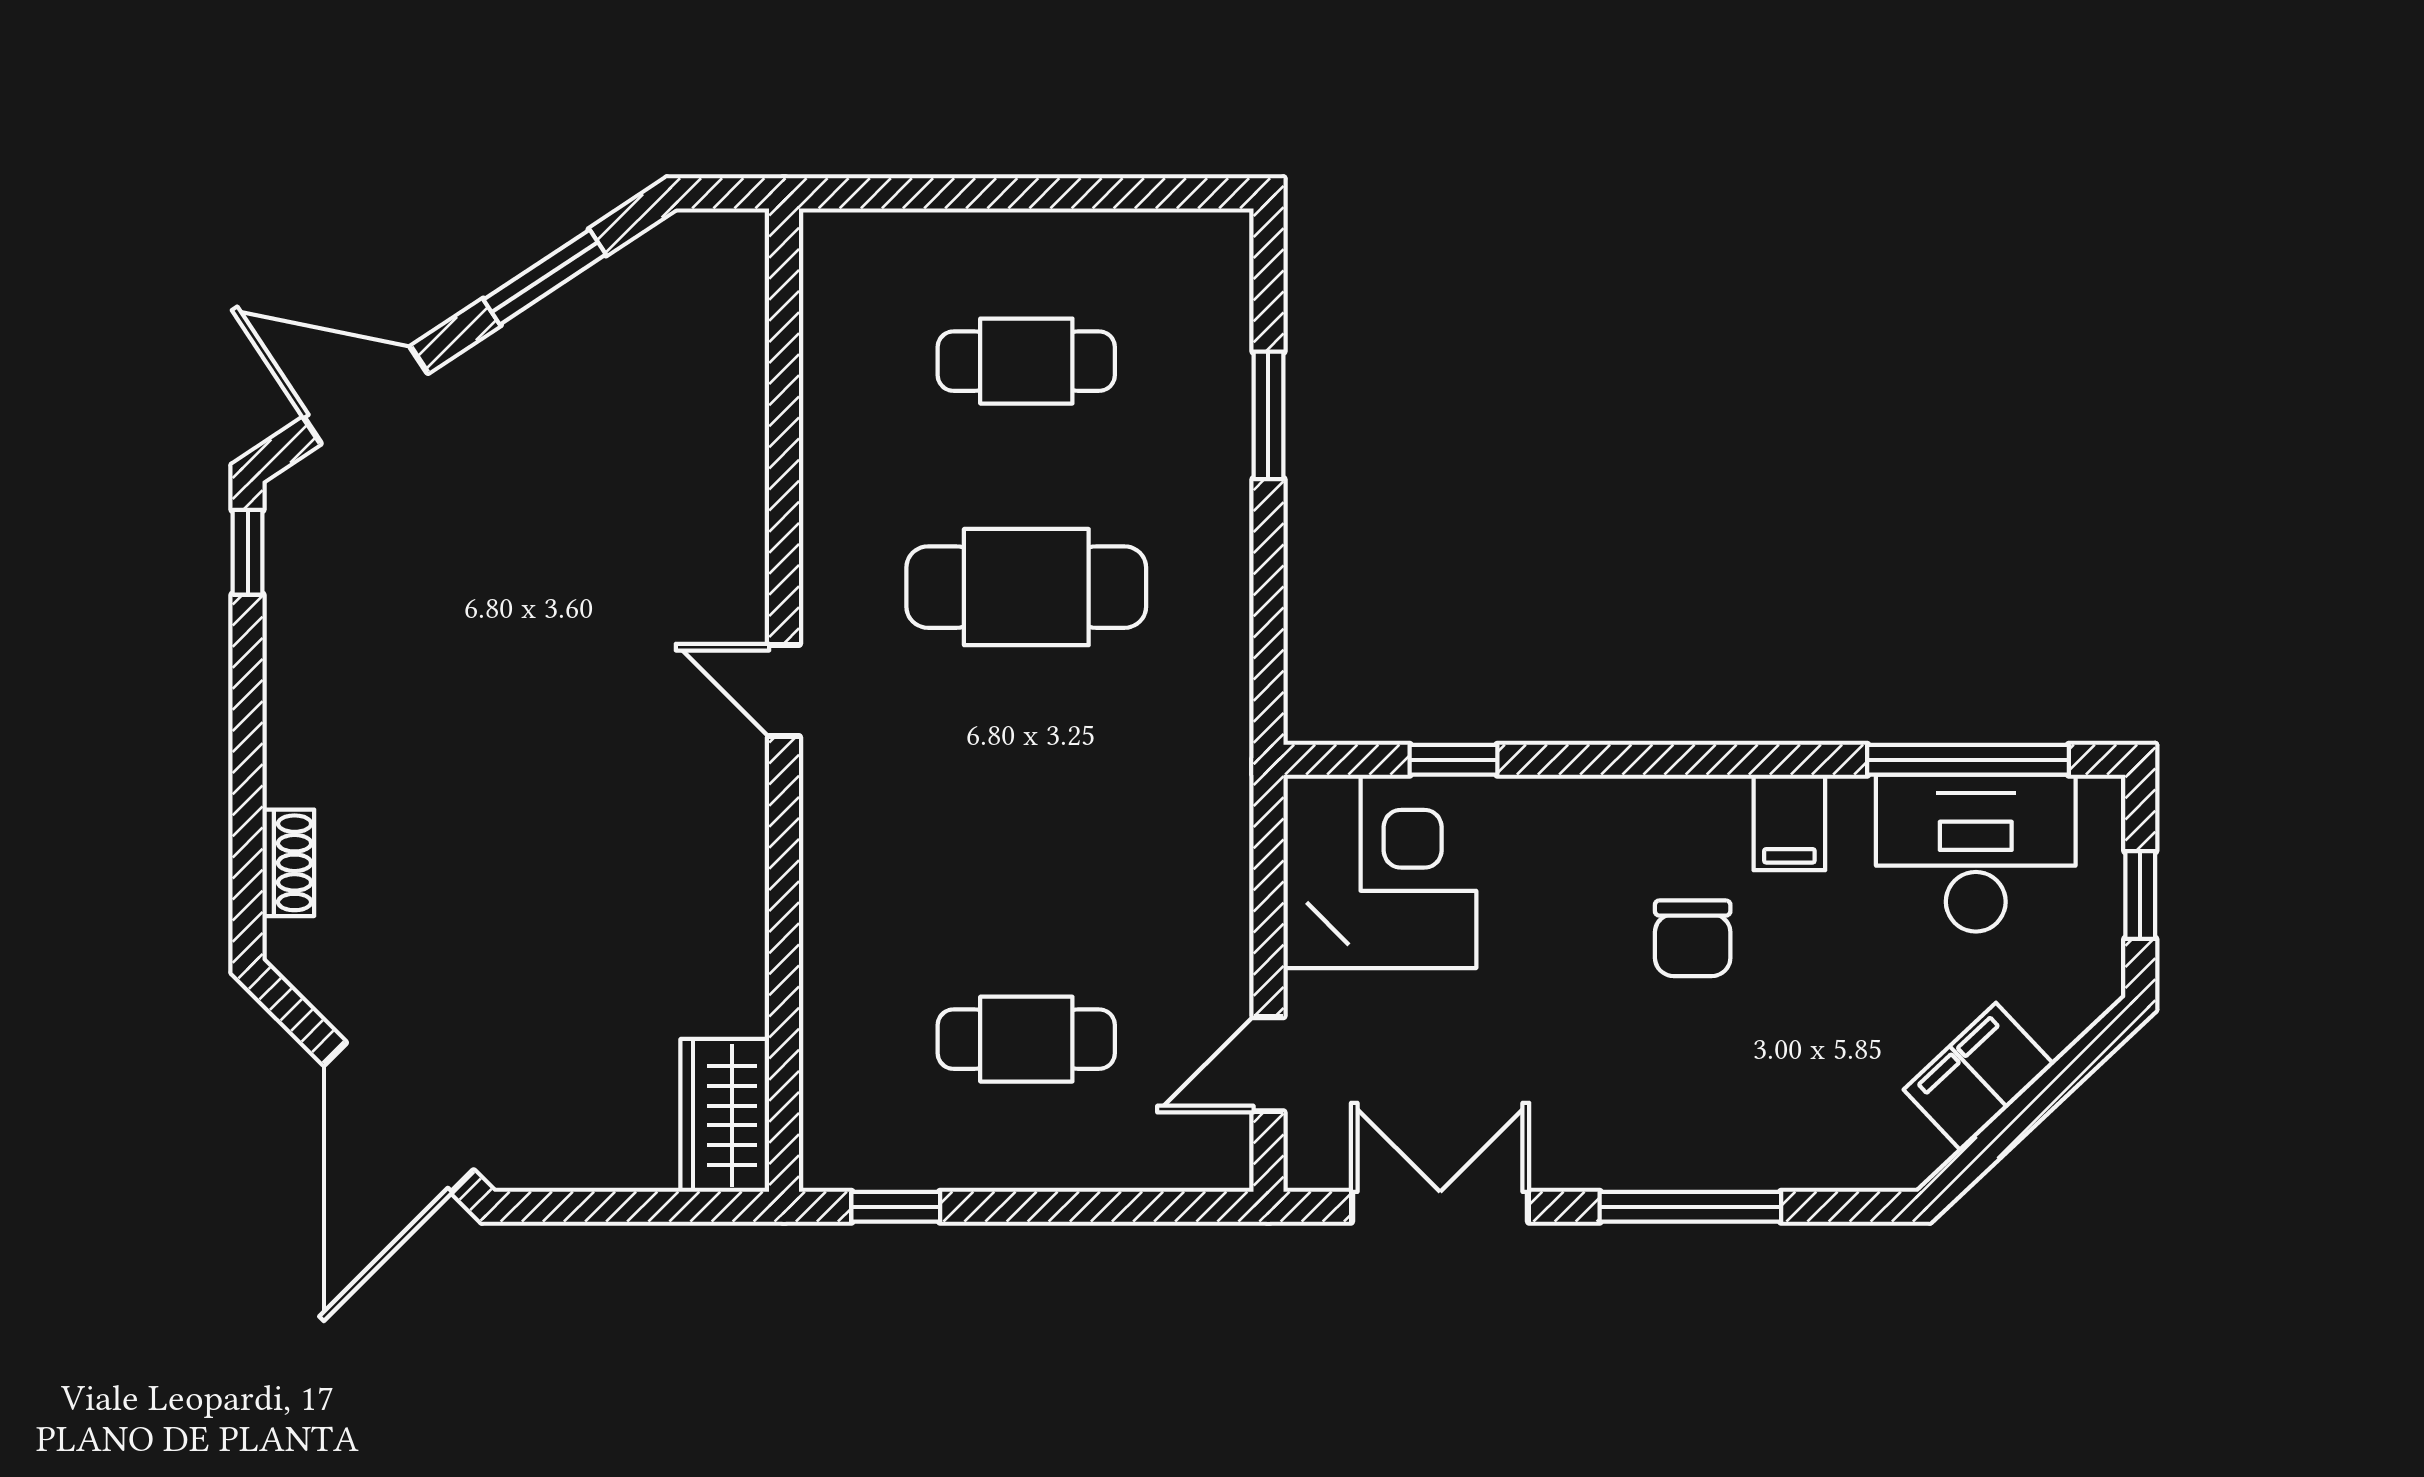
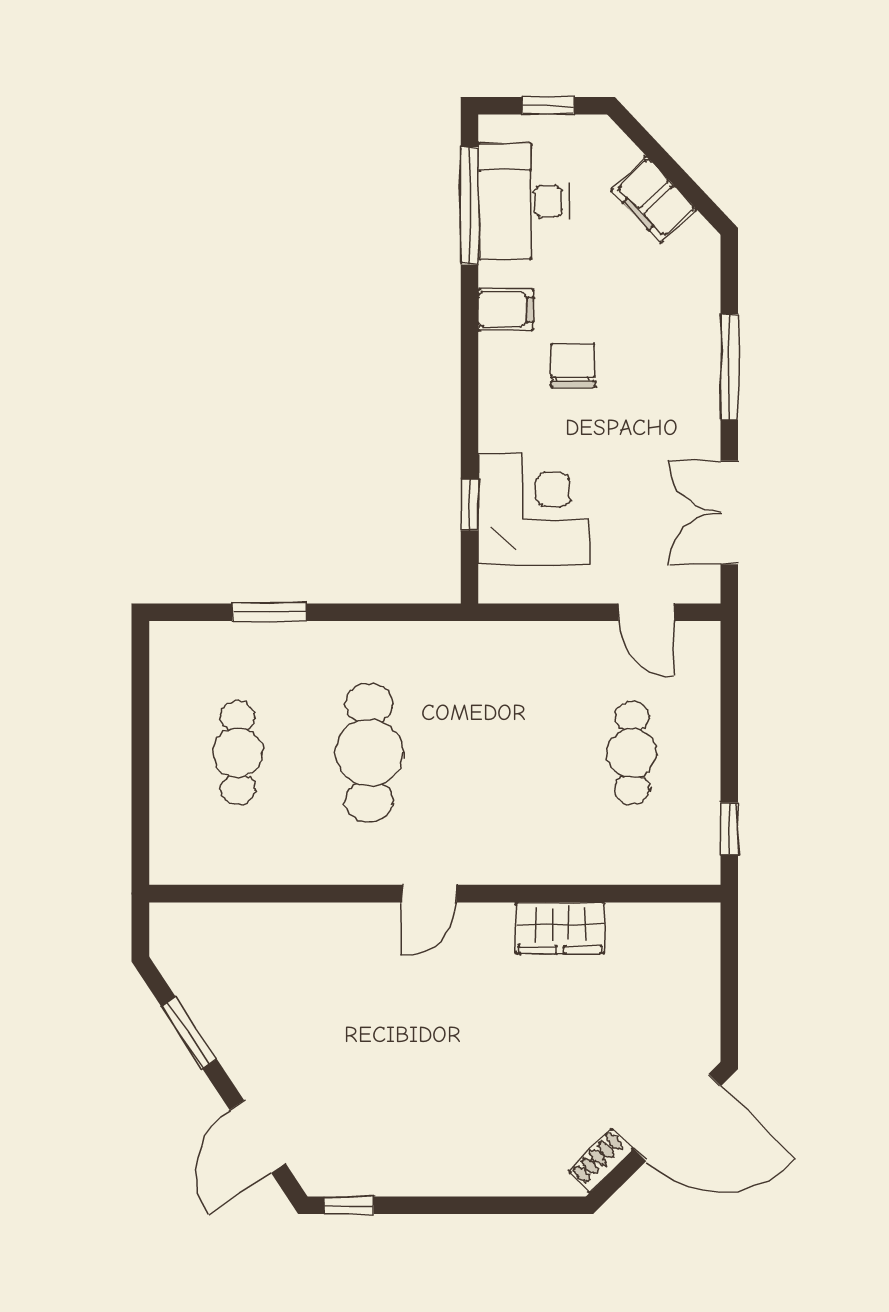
shoe rack: (288, 863) -> (601, 1161), moved, turned -45
corner desk: (1380, 872) -> (534, 509), moved, turned 90
chair: (1693, 938) -> (573, 366), turned -90
wardrobe: (725, 1115) -> (560, 928), moved

